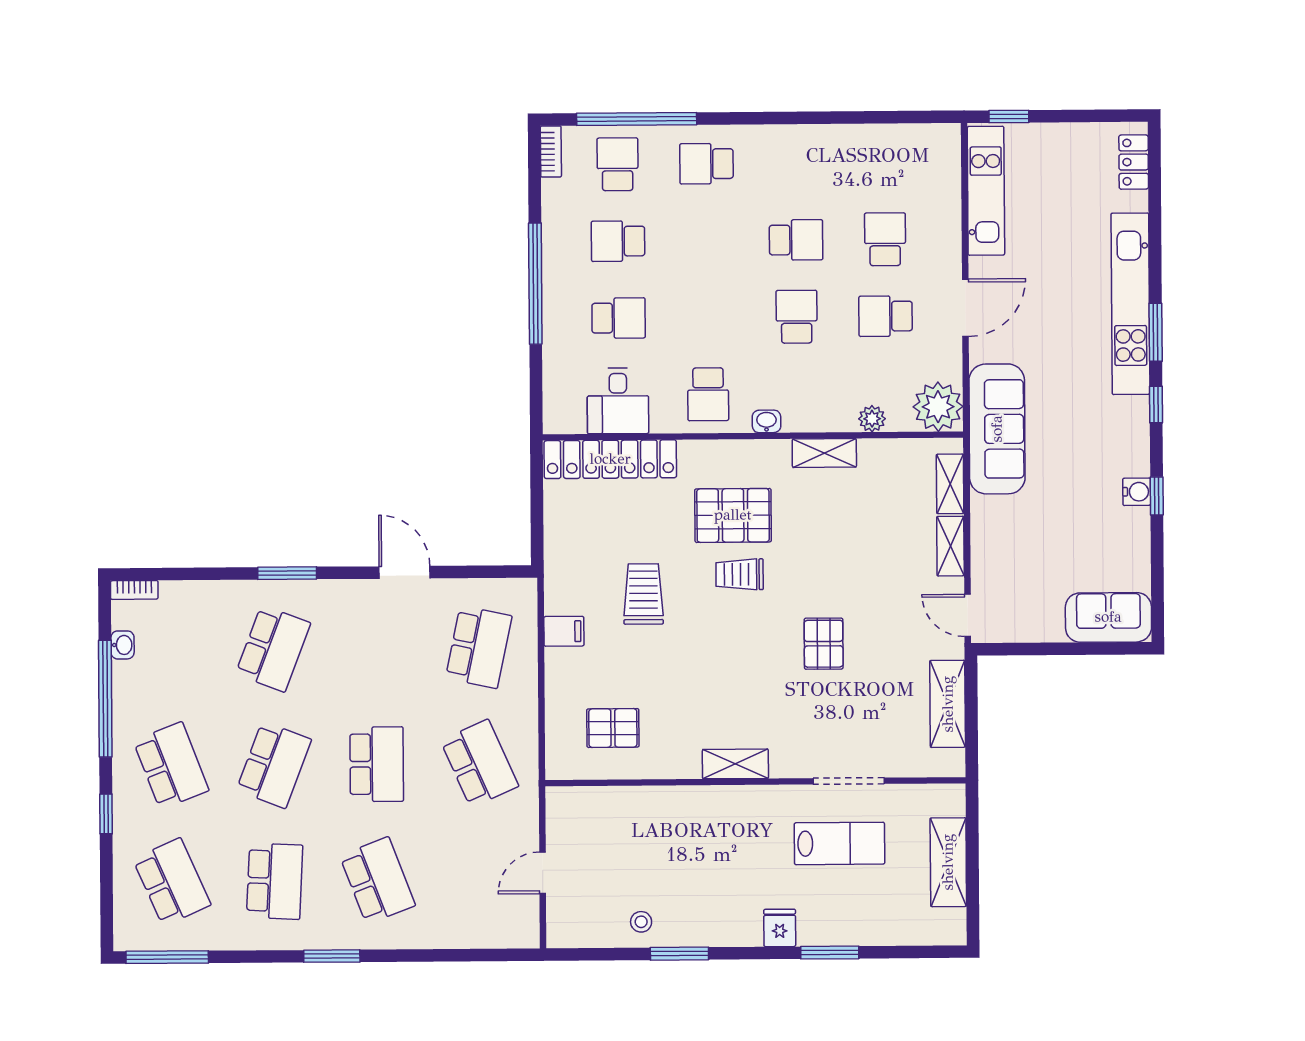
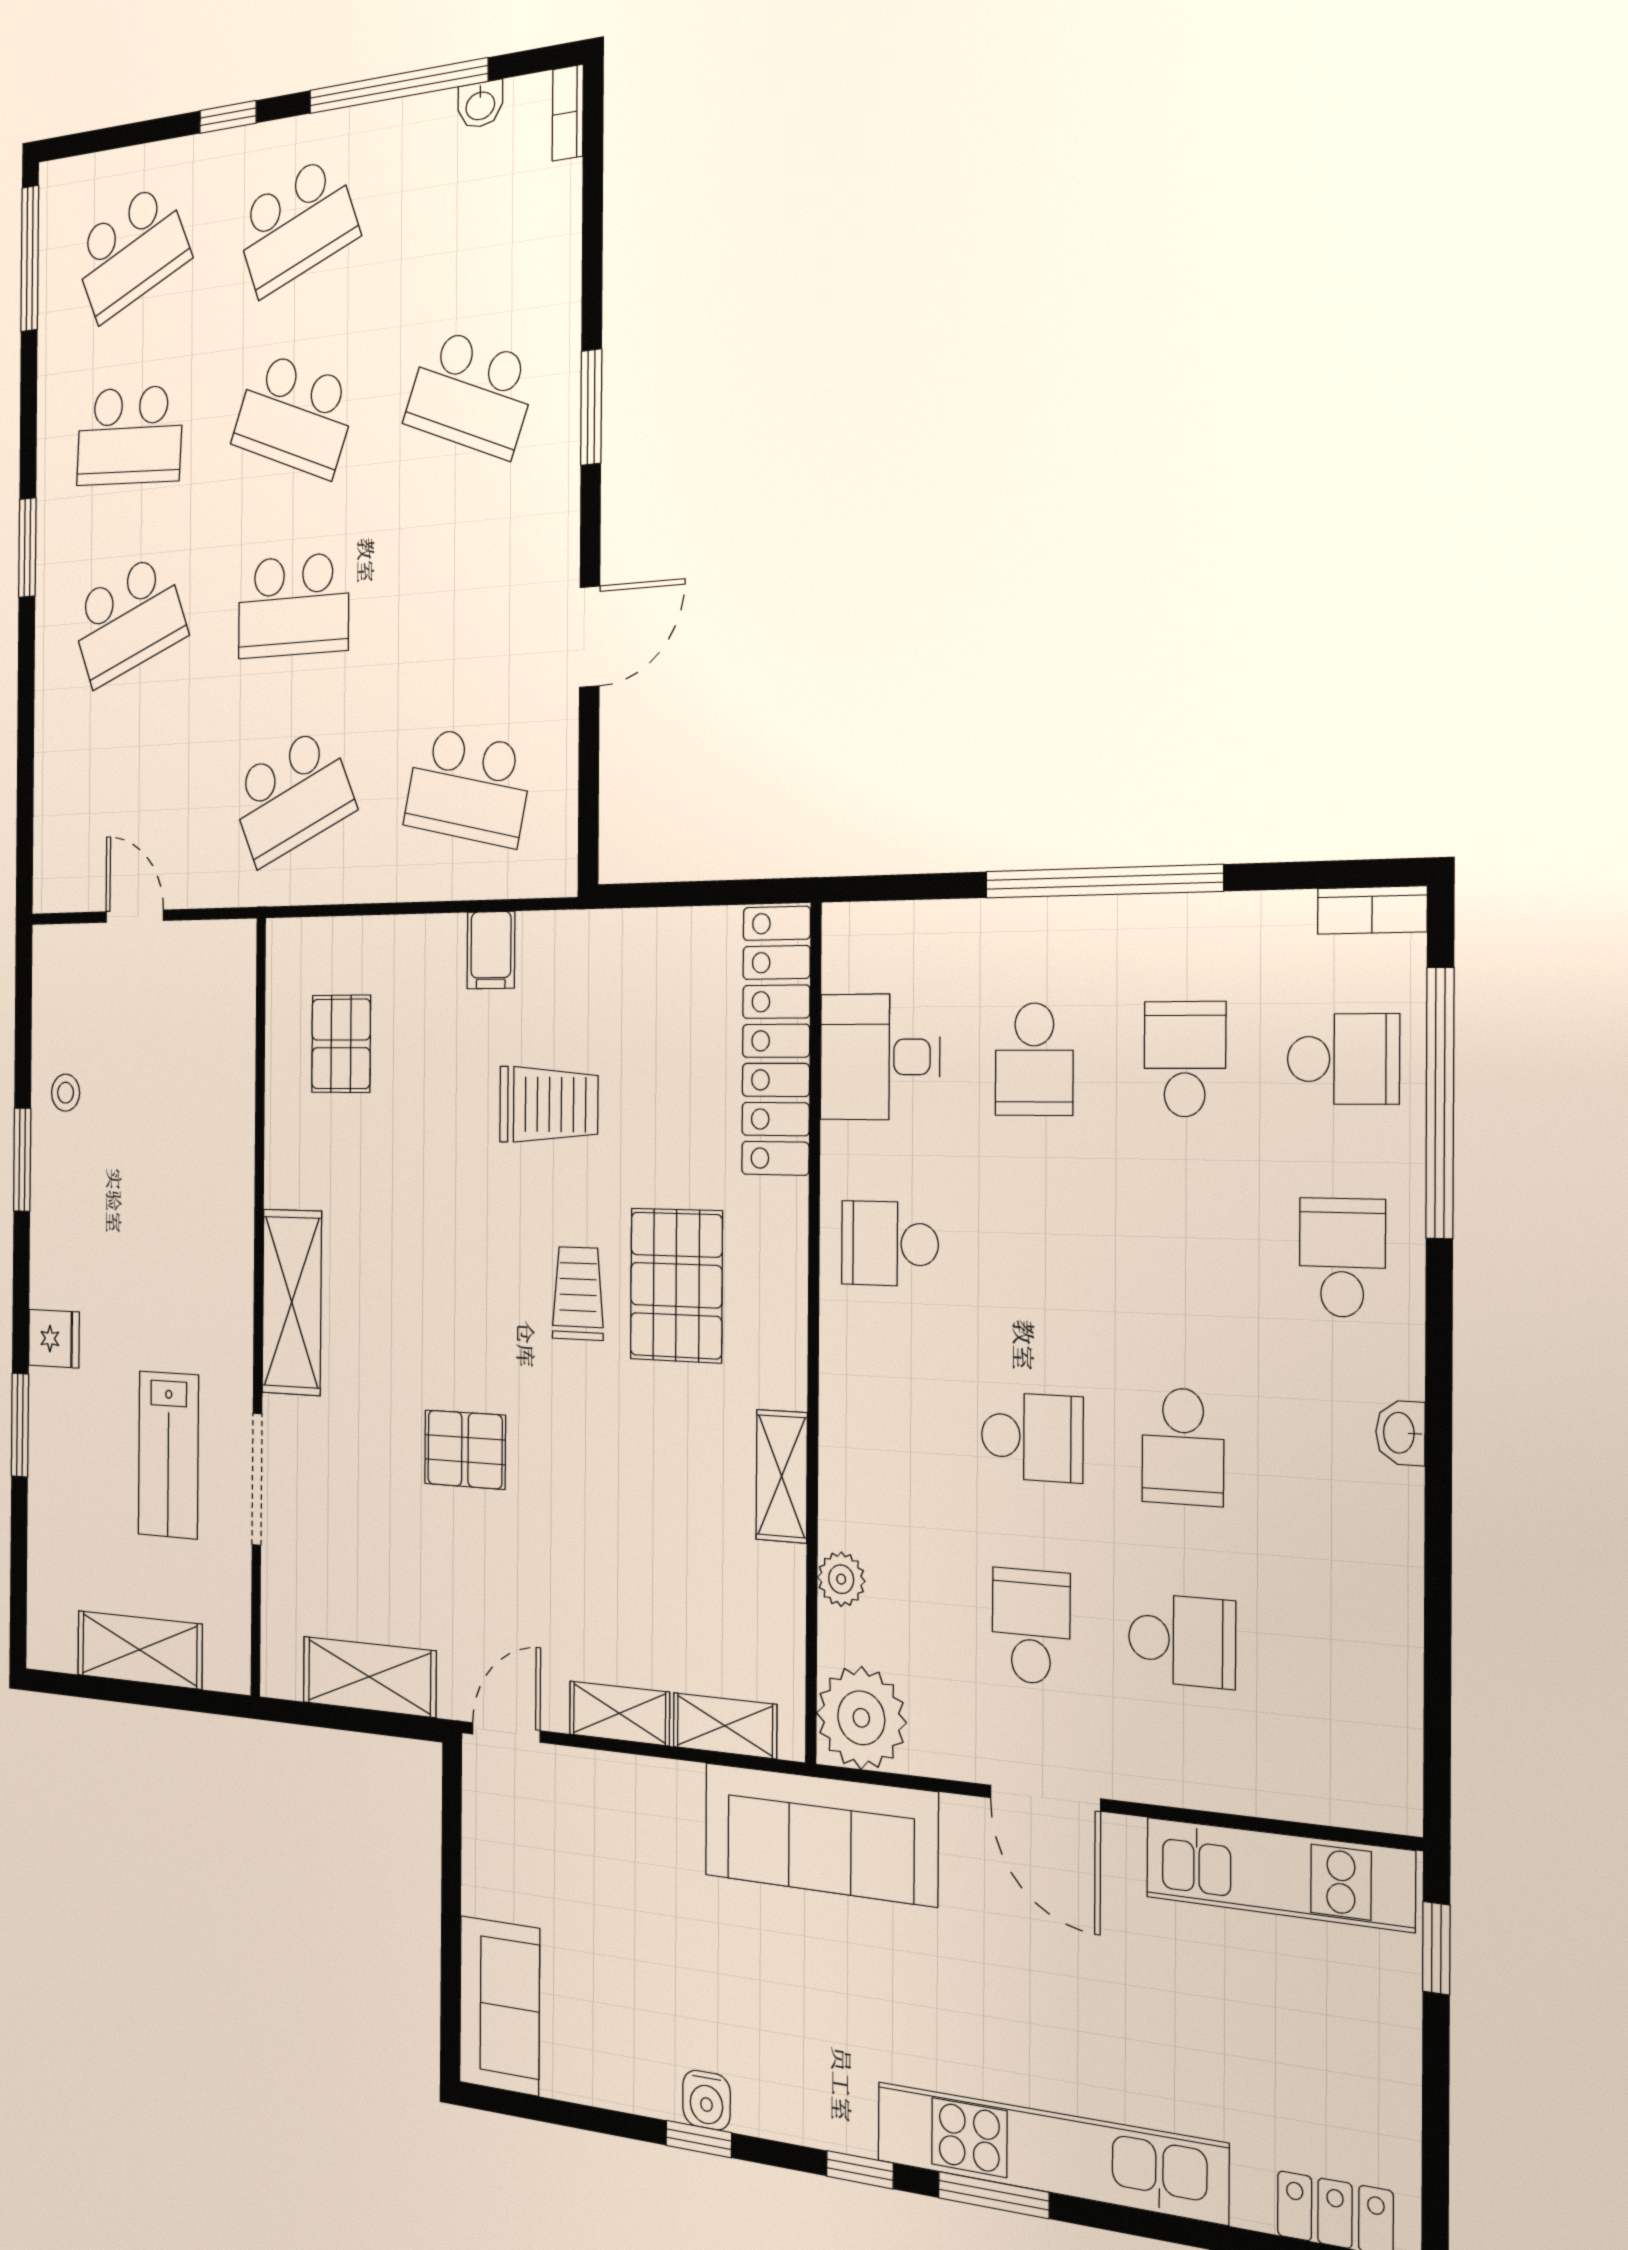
washbasin: (766, 421) -> (1400, 1433), moved, turned 180
shelving: (735, 764) -> (292, 1302), width x1.50, depth x1.33

